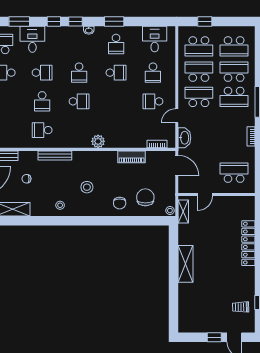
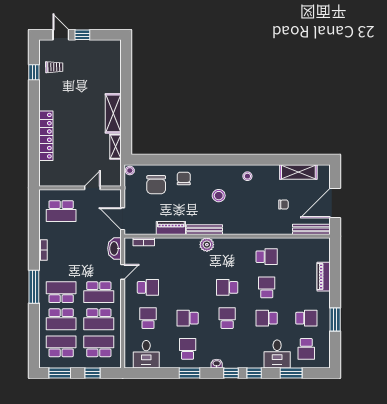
window: (235, 21) -> (60, 373), added
bench: (55, 155) -> (204, 230), moved
shelving: (183, 212) -> (116, 147), moved

